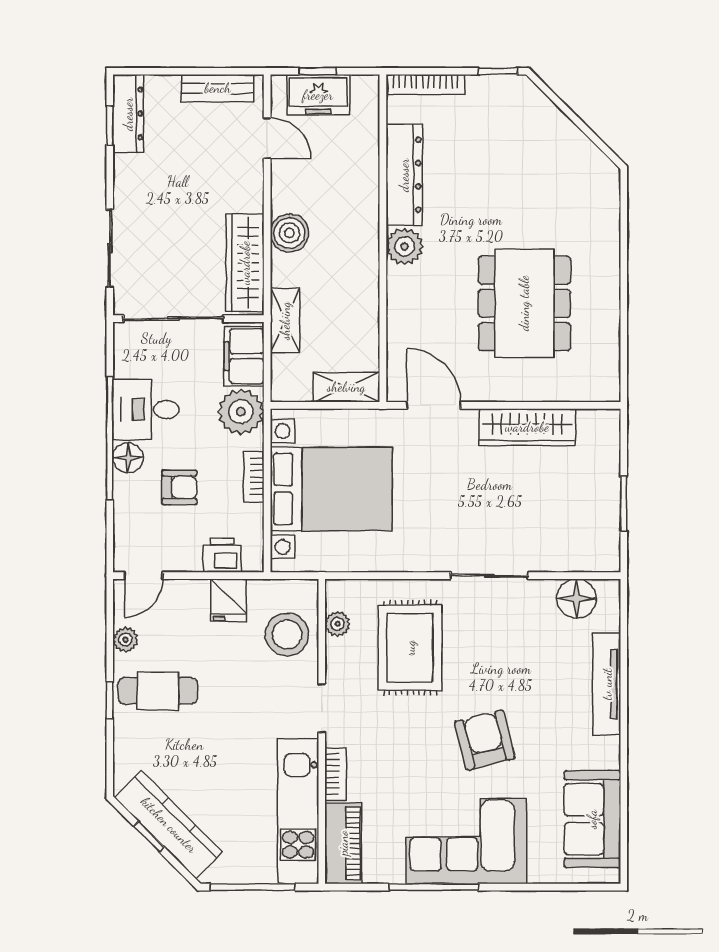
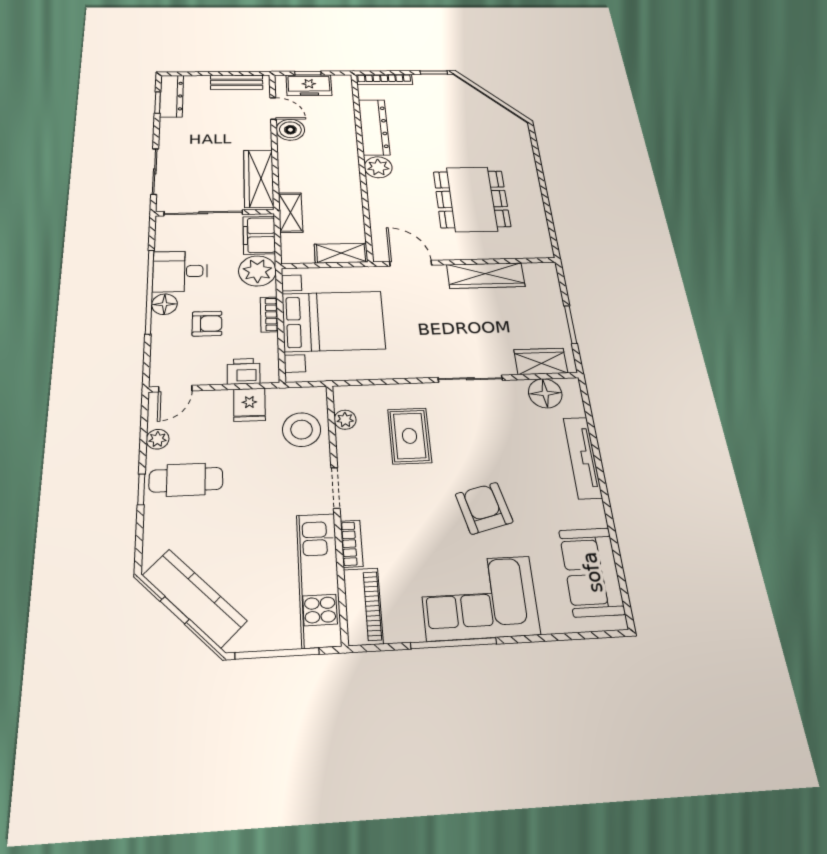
boiler: (290, 233) -> (290, 130), moved
wardrobe: (578, 555) -> (541, 361), added
rug: (410, 648) -> (410, 436), width x0.73, depth x0.70

